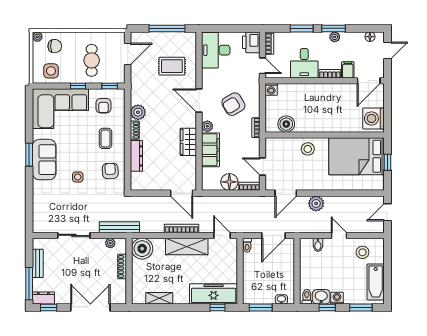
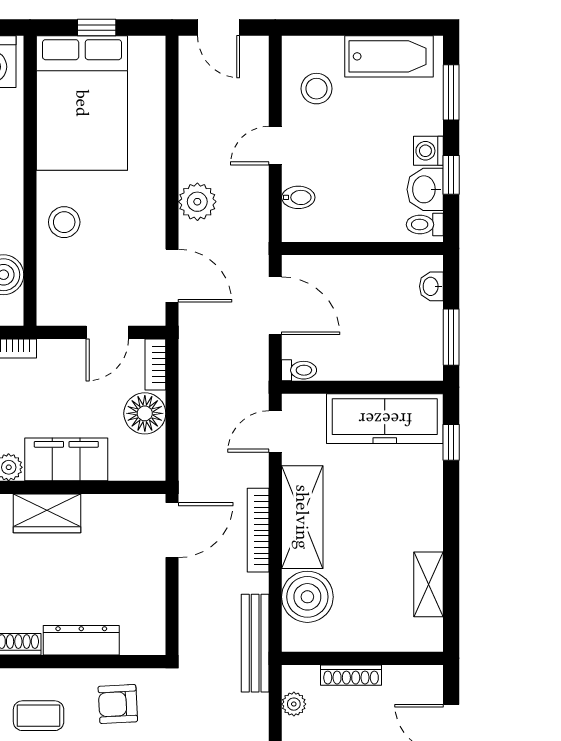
bench: (119, 227) -> (255, 643), moved
boiler: (142, 249) -> (307, 597), moved
freezer: (214, 294) -> (385, 419), moved, turned -90

